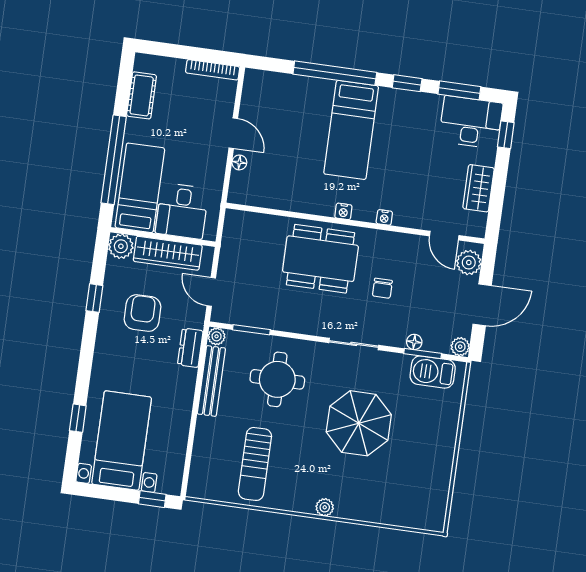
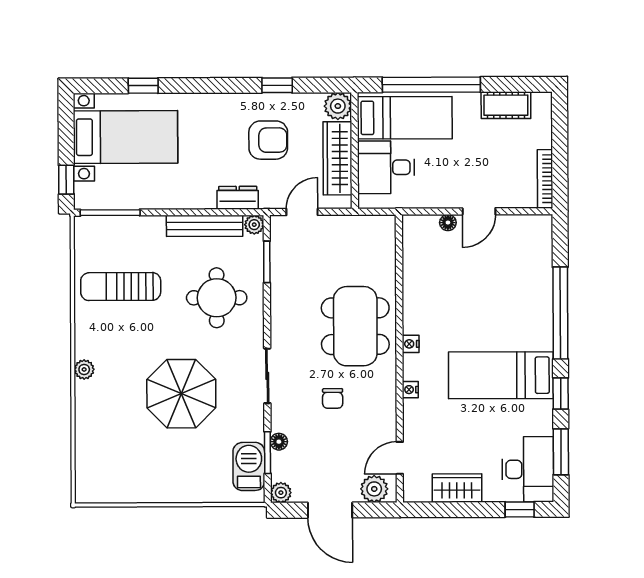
bed: (351, 130) -> (501, 375), moved
chair: (382, 288) -> (333, 398), turned -90
window: (187, 464) -> (110, 213), added

